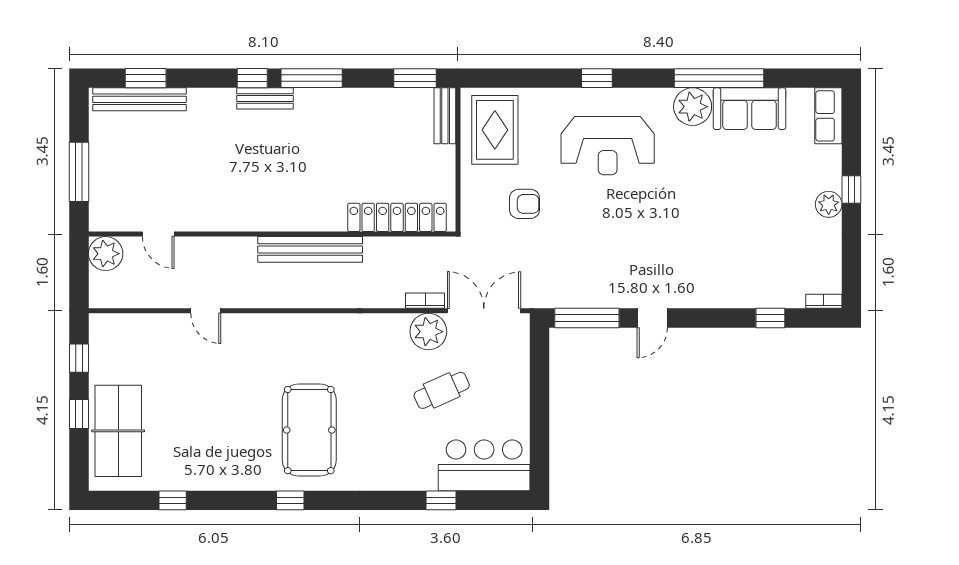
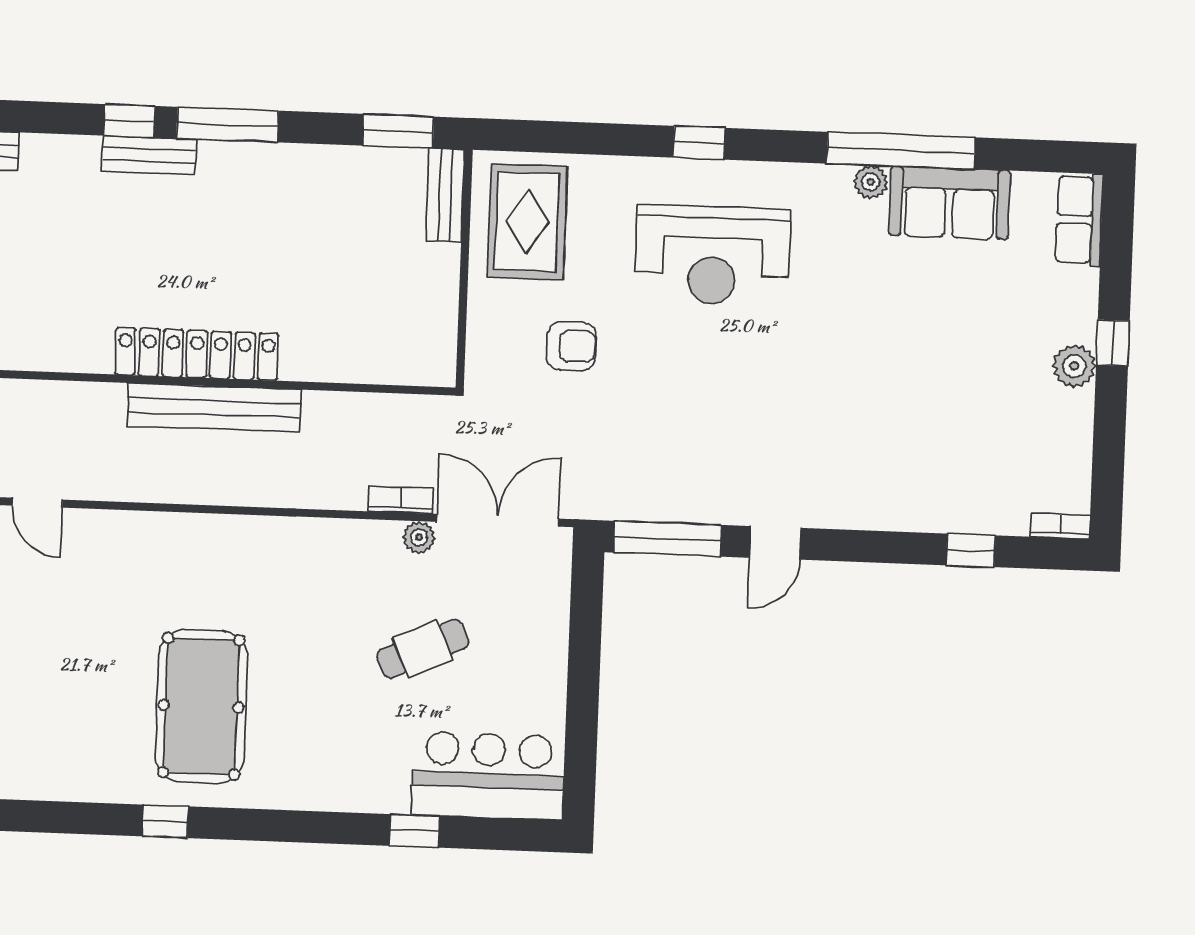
plant: (693, 107) -> (871, 182), width x0.53, depth x0.53
locker: (397, 217) -> (197, 354), moved
plant: (428, 332) -> (419, 537), width x0.53, depth x0.53

